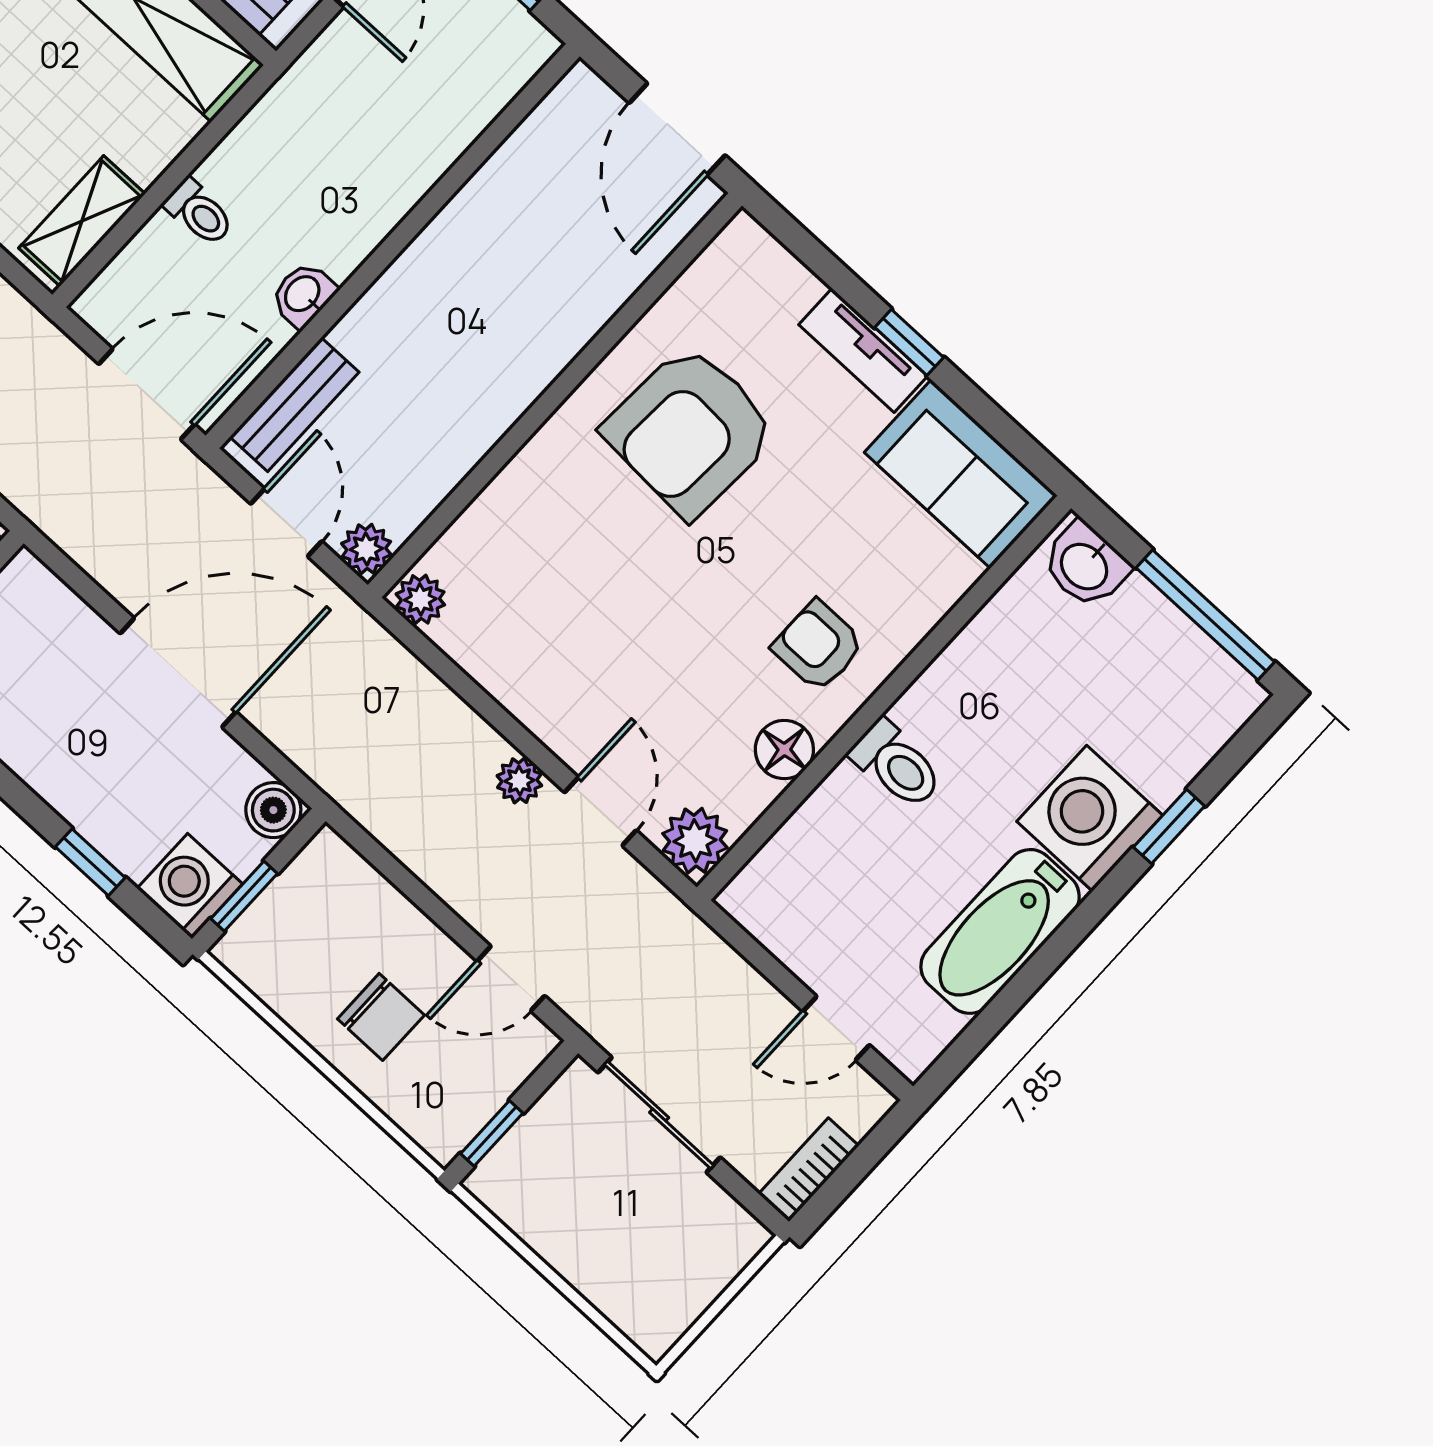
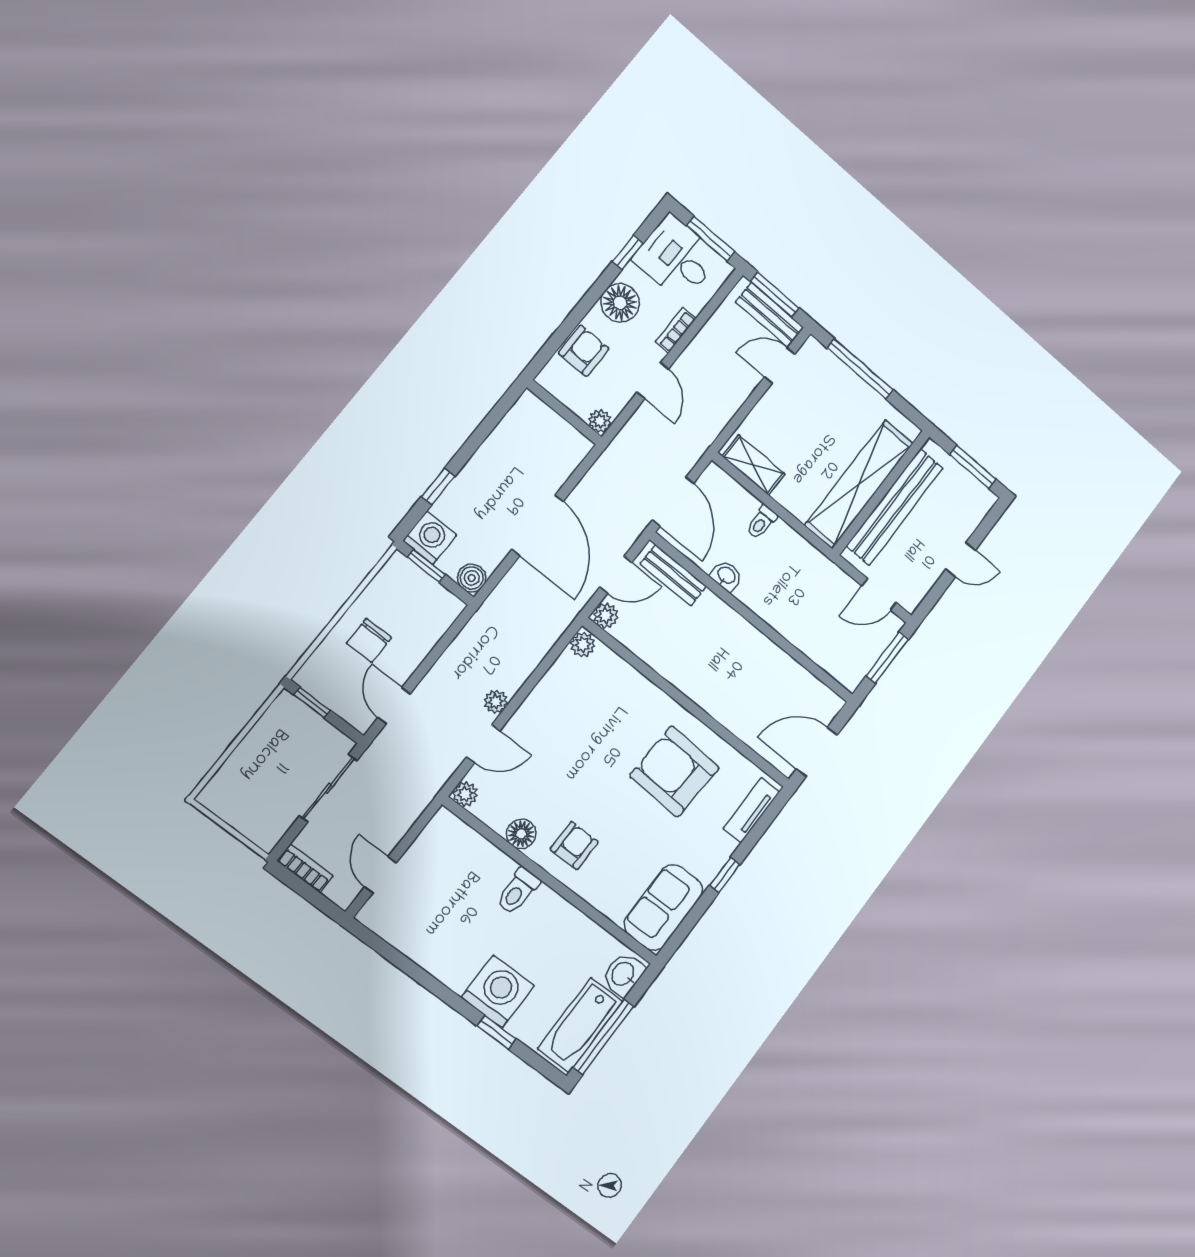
tv unit: (863, 350) -> (751, 810), moved
plant: (695, 841) -> (465, 794), width x0.73, depth x0.73
bathtub: (1000, 931) -> (580, 1025), moved, turned -90

